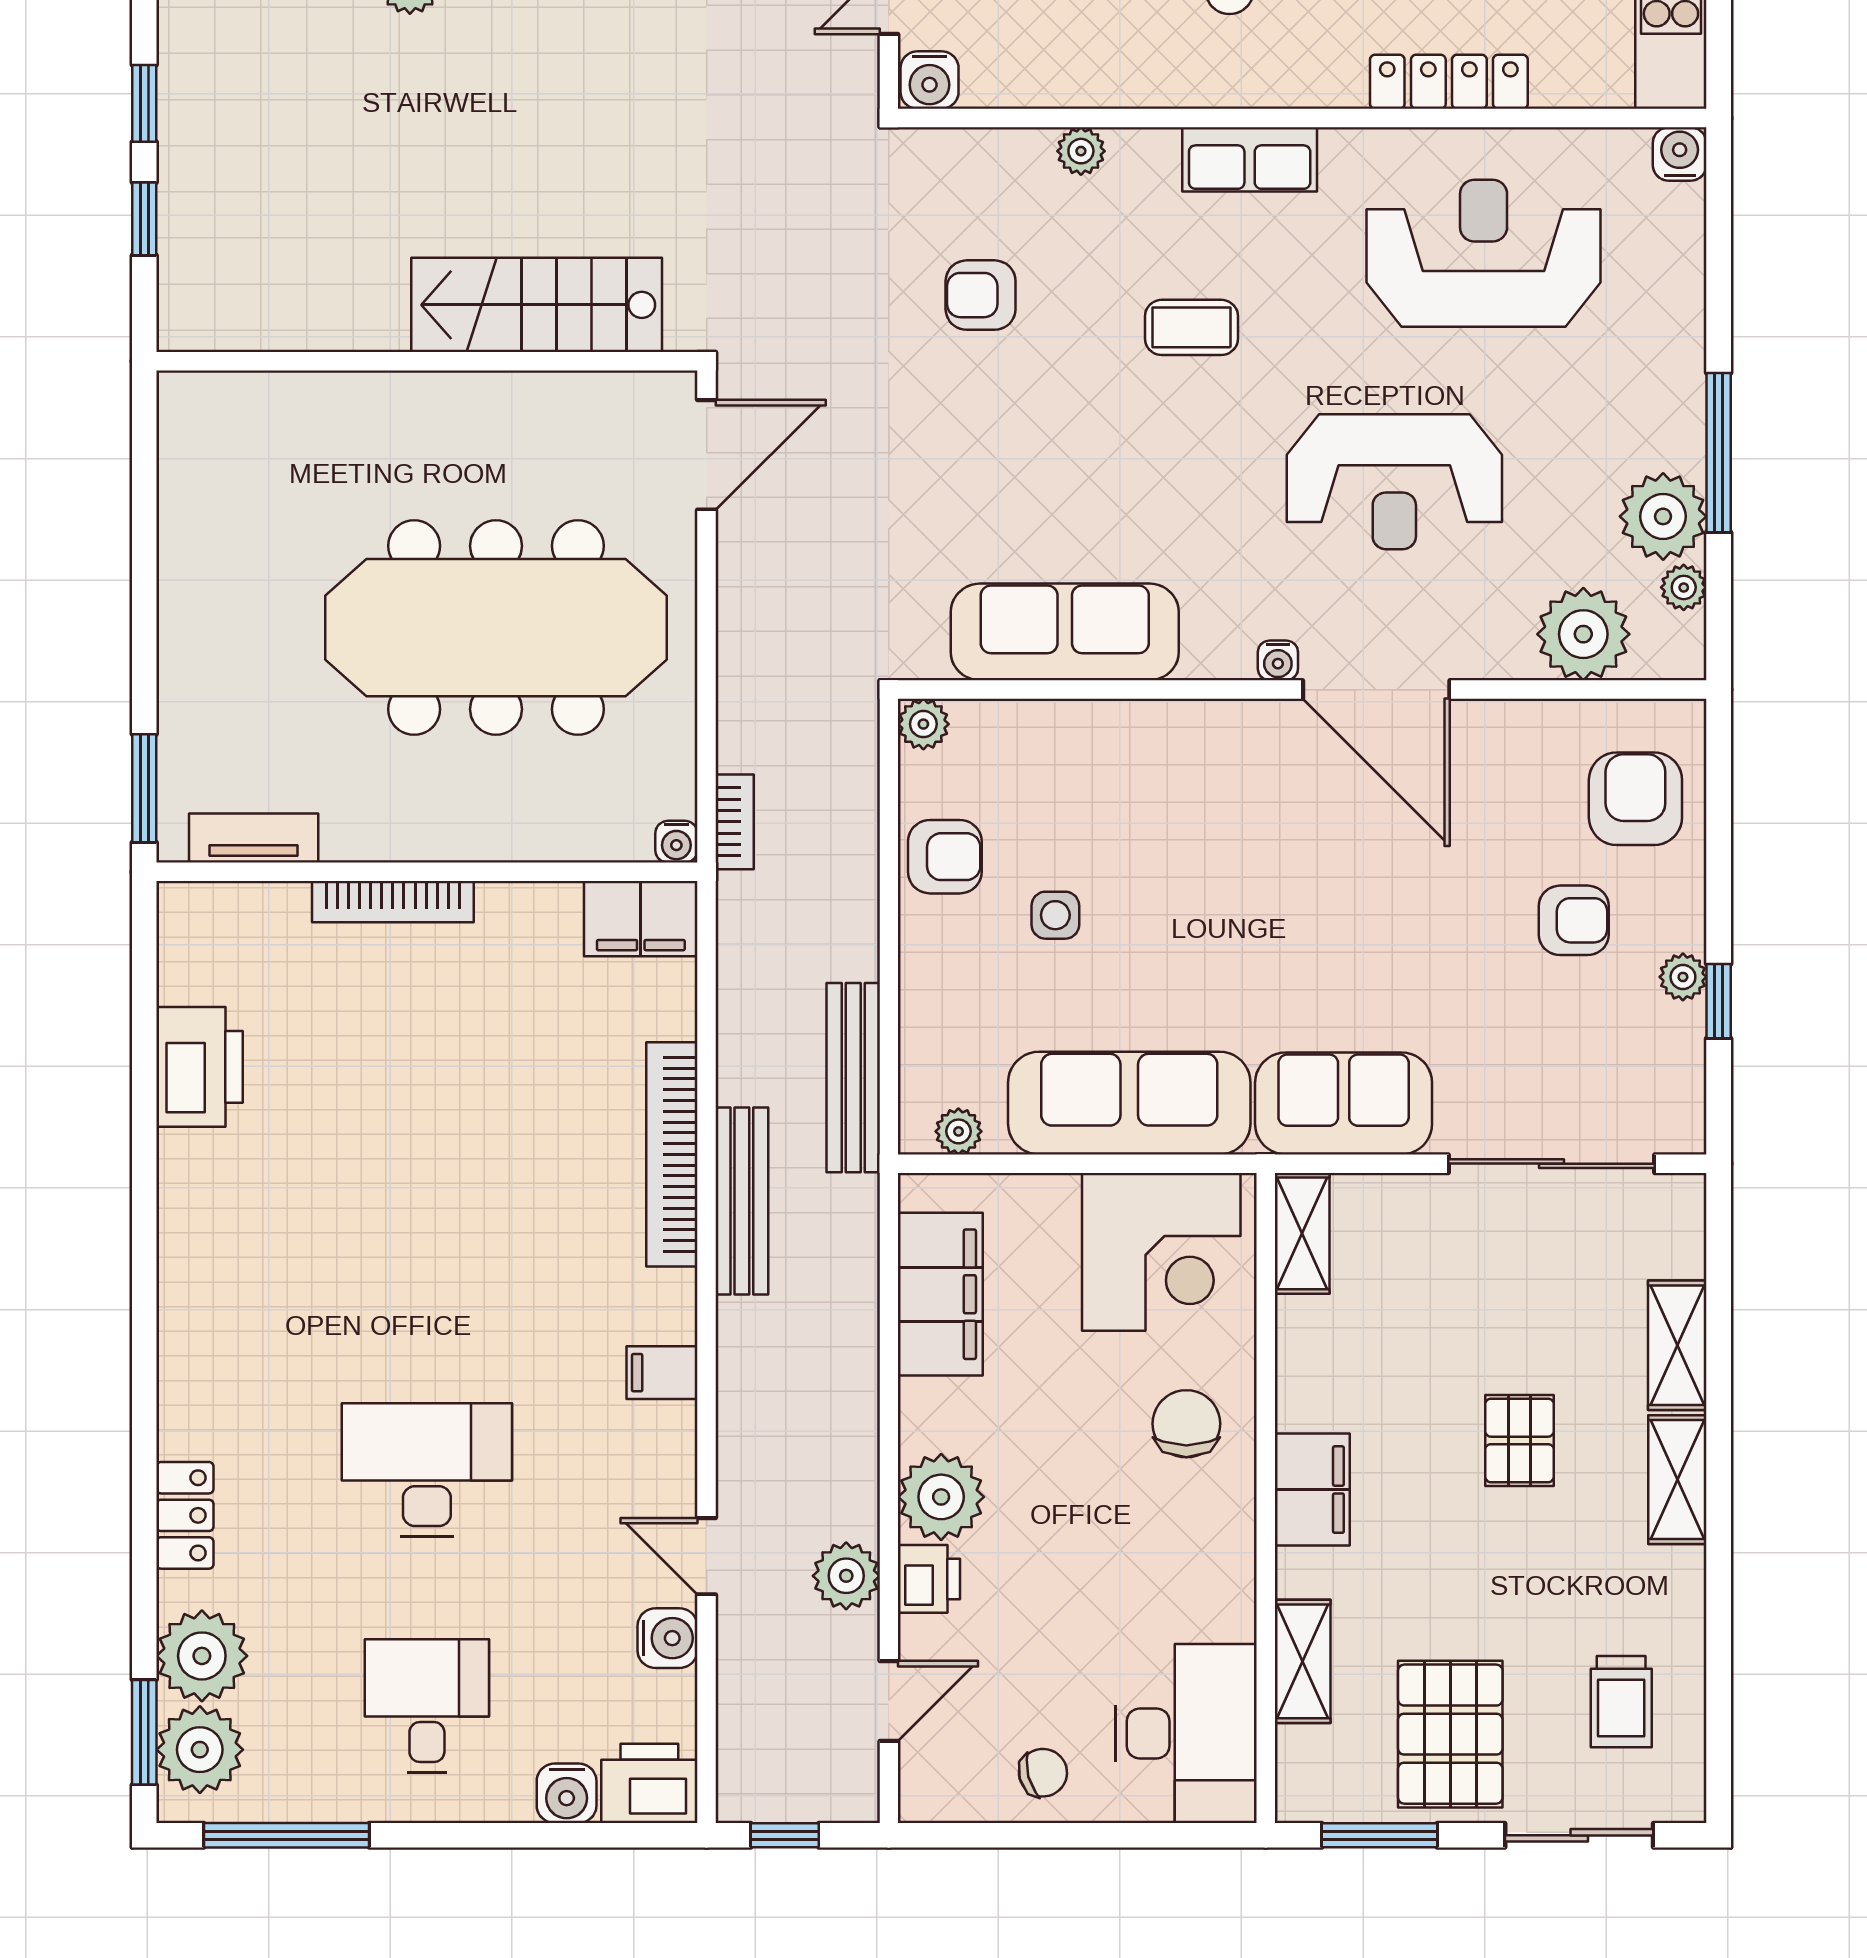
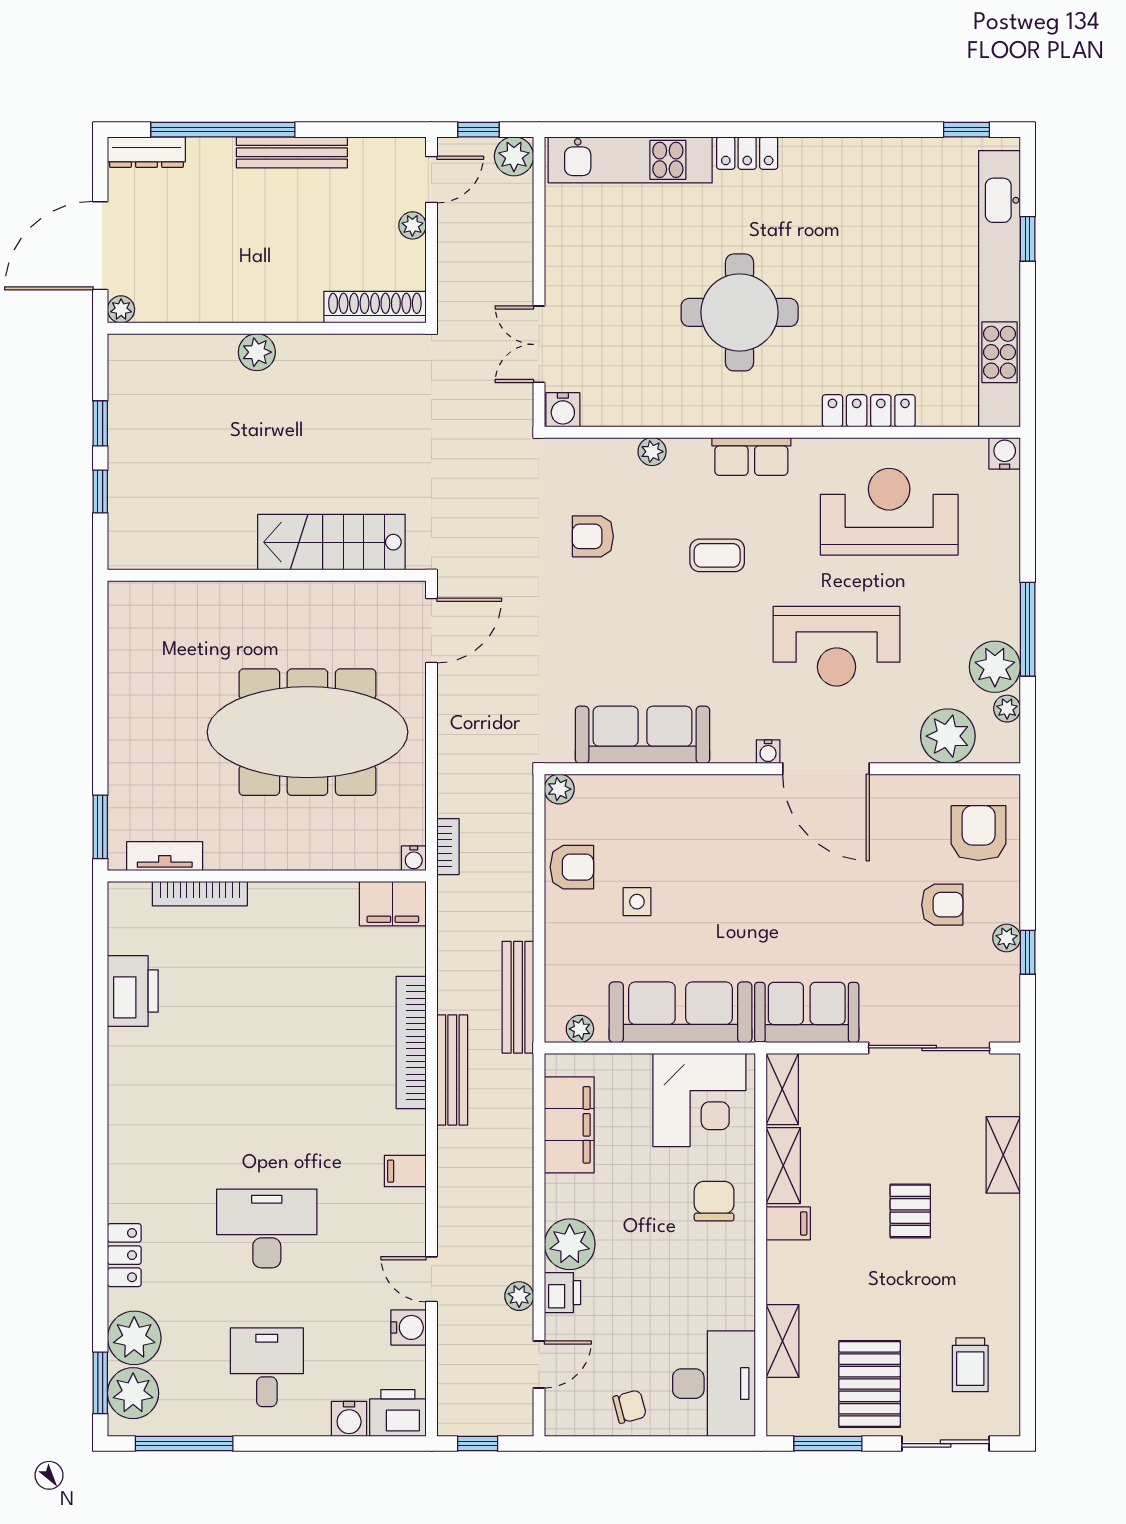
bookcase: (393, 902) -> (200, 894), moved
shelving: (1677, 1480) -> (783, 1166), moved
filing cabinet: (1312, 1490) -> (788, 1223), width x0.50
plant: (846, 1576) -> (519, 1296), width x0.73, depth x0.73

